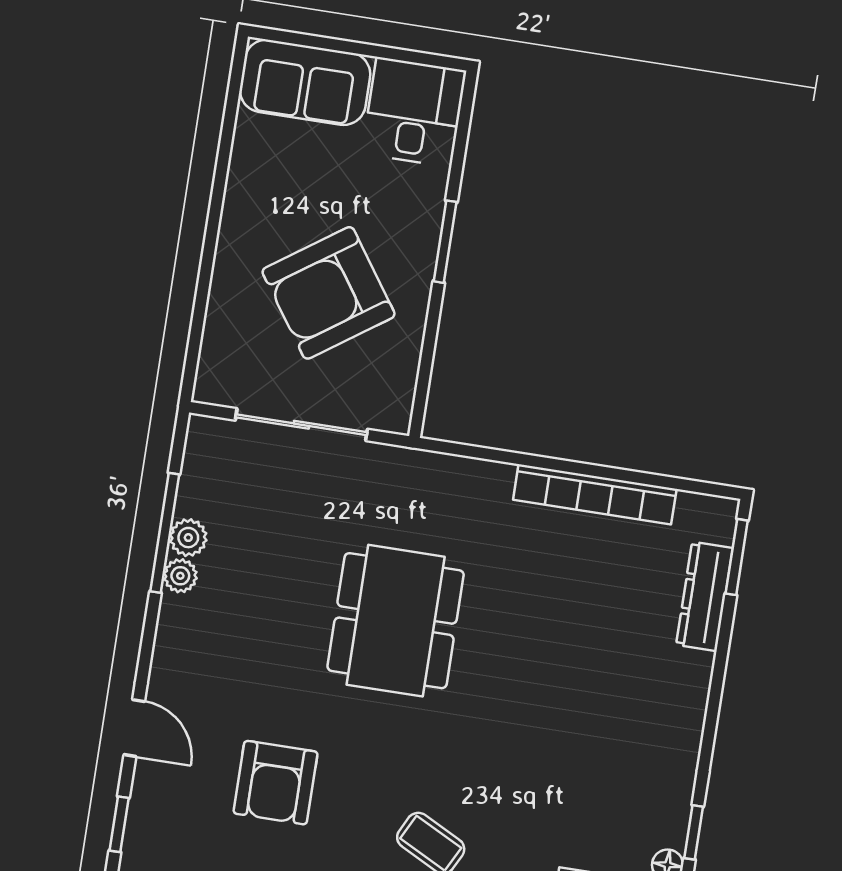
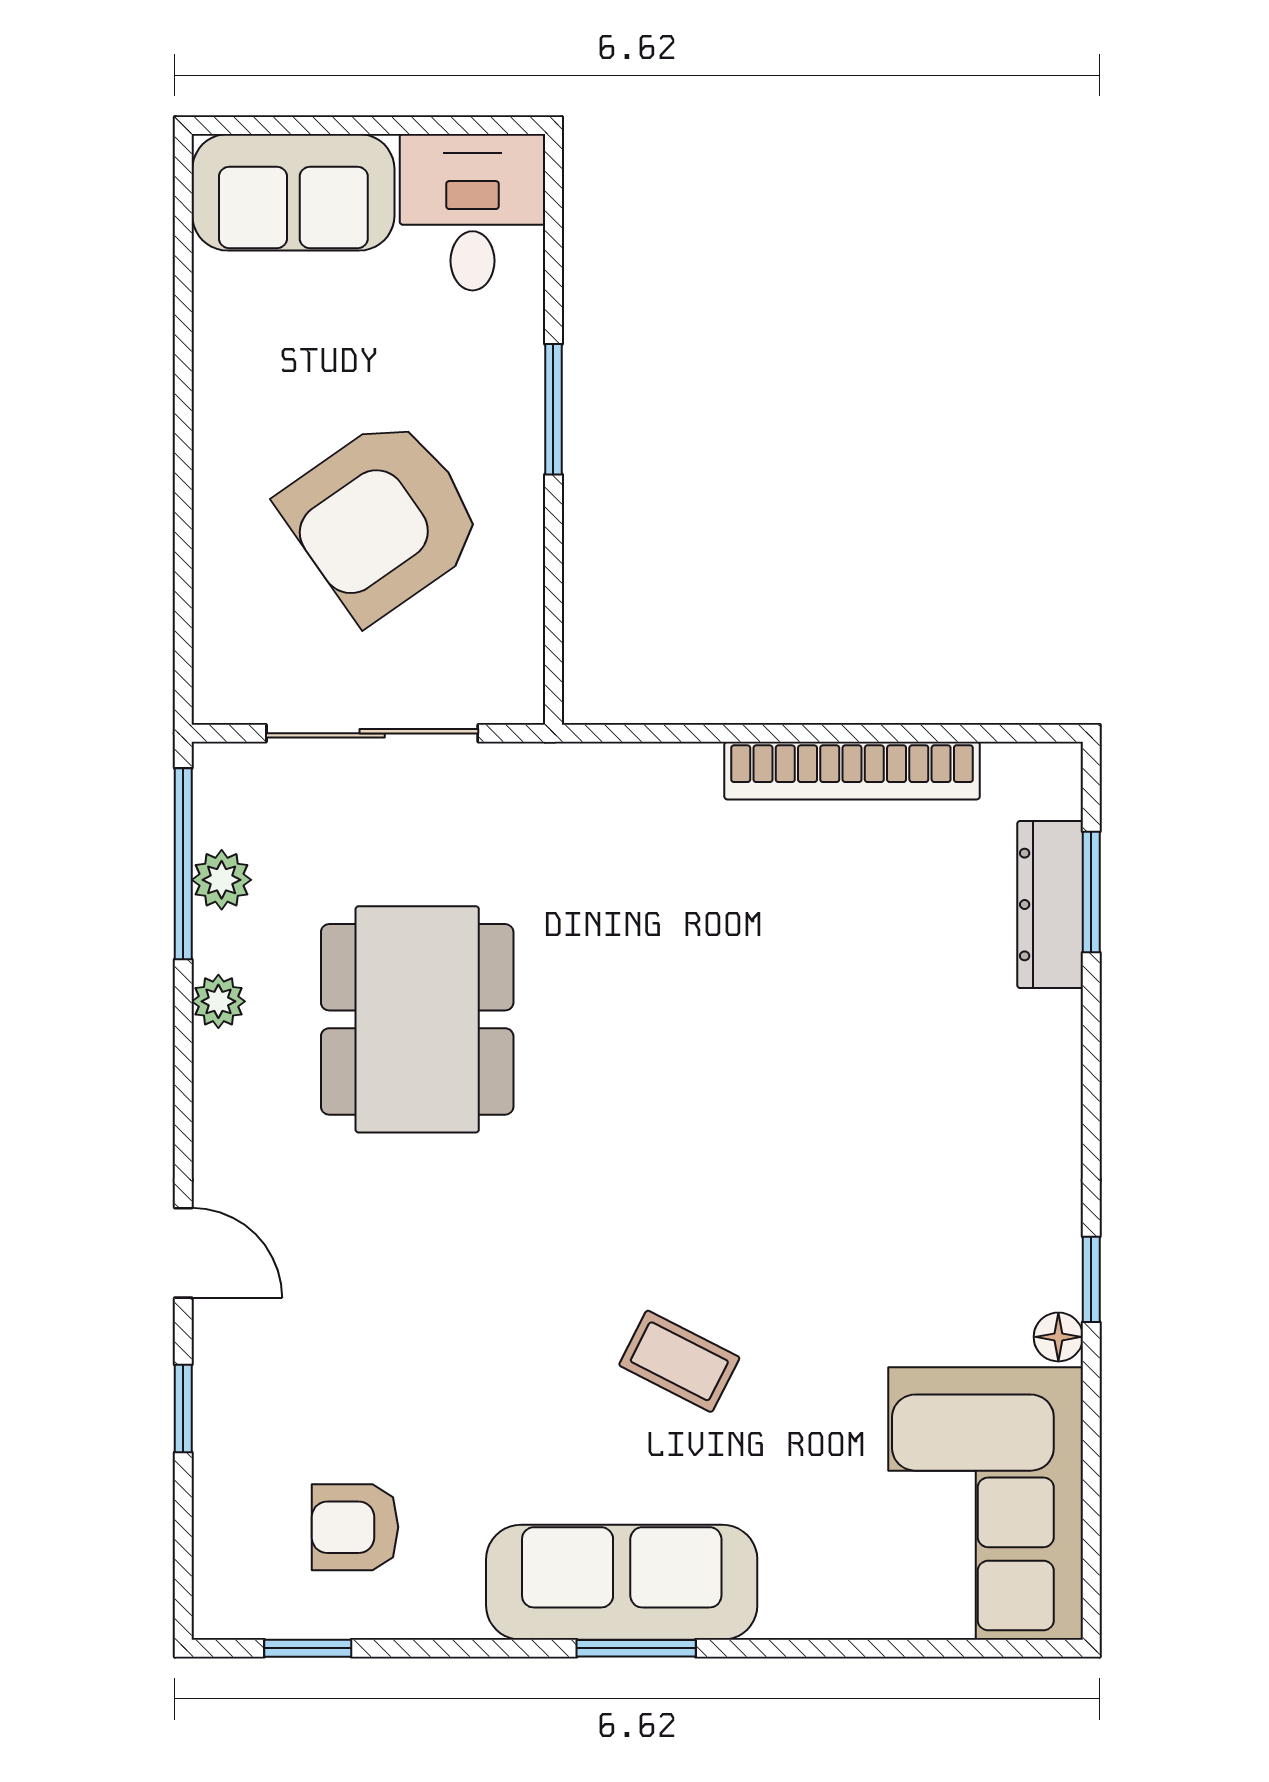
window: (165, 533) -> (183, 864), moved
plant: (188, 538) -> (222, 880), moved
window: (737, 557) -> (1091, 892), moved
dining table: (396, 621) -> (417, 1019), moved
armchair: (275, 783) -> (420, 1304), removed

